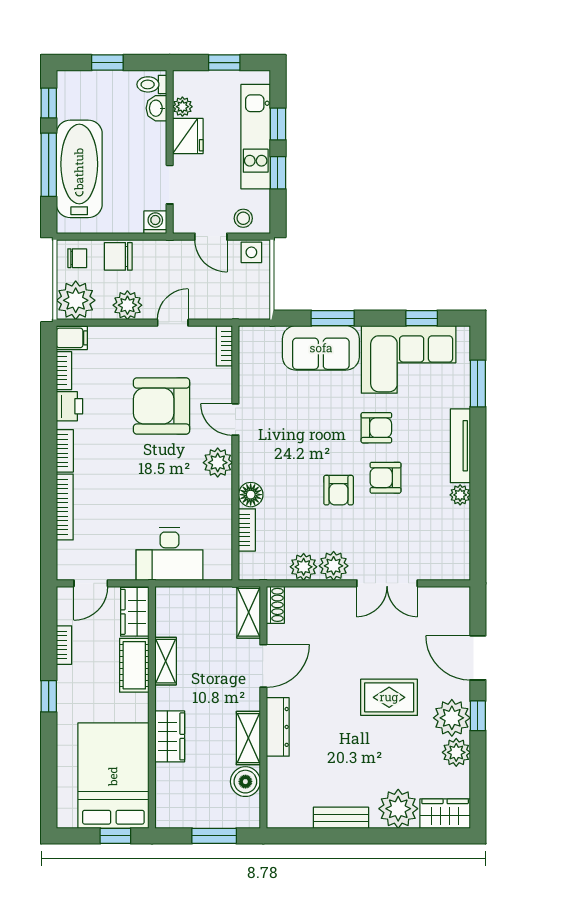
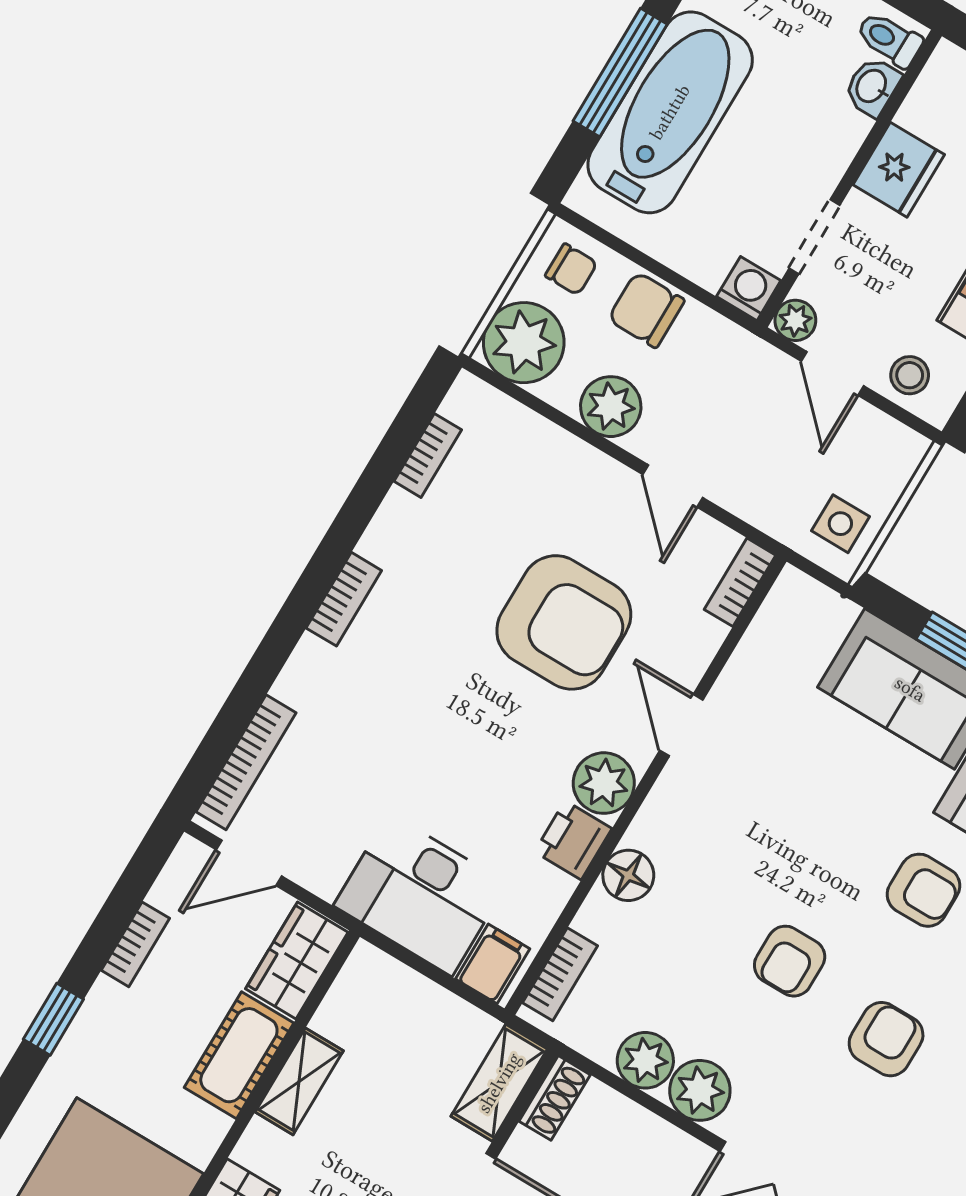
plant: (182, 107) -> (795, 320), moved
side table: (251, 252) -> (840, 524), moved
door: (173, 323) -> (673, 486), swing flipped
filing cabinet: (72, 338) -> (493, 964), moved, turned -90
printer: (70, 406) -> (573, 840), moved, turned 180
armchair: (162, 406) -> (564, 622), turned 180
armchair: (385, 478) -> (886, 1039), moved, turned 90
bookcase: (65, 507) -> (246, 762), moved
bookcase: (247, 530) -> (560, 974), moved

